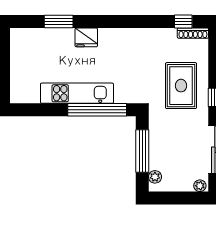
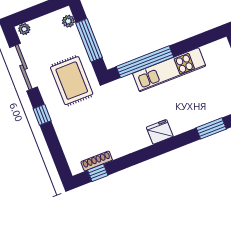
shoe rack: (193, 33) -> (97, 161), moved
fridge: (86, 37) -> (160, 132), moved
rug: (181, 86) -> (72, 81), moved

